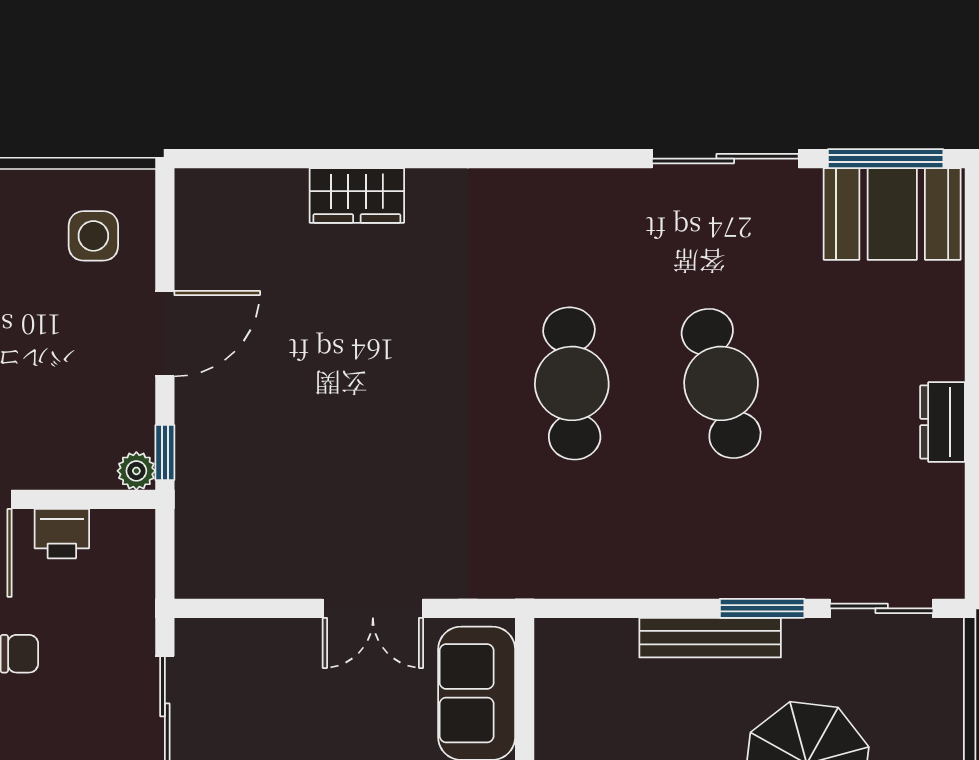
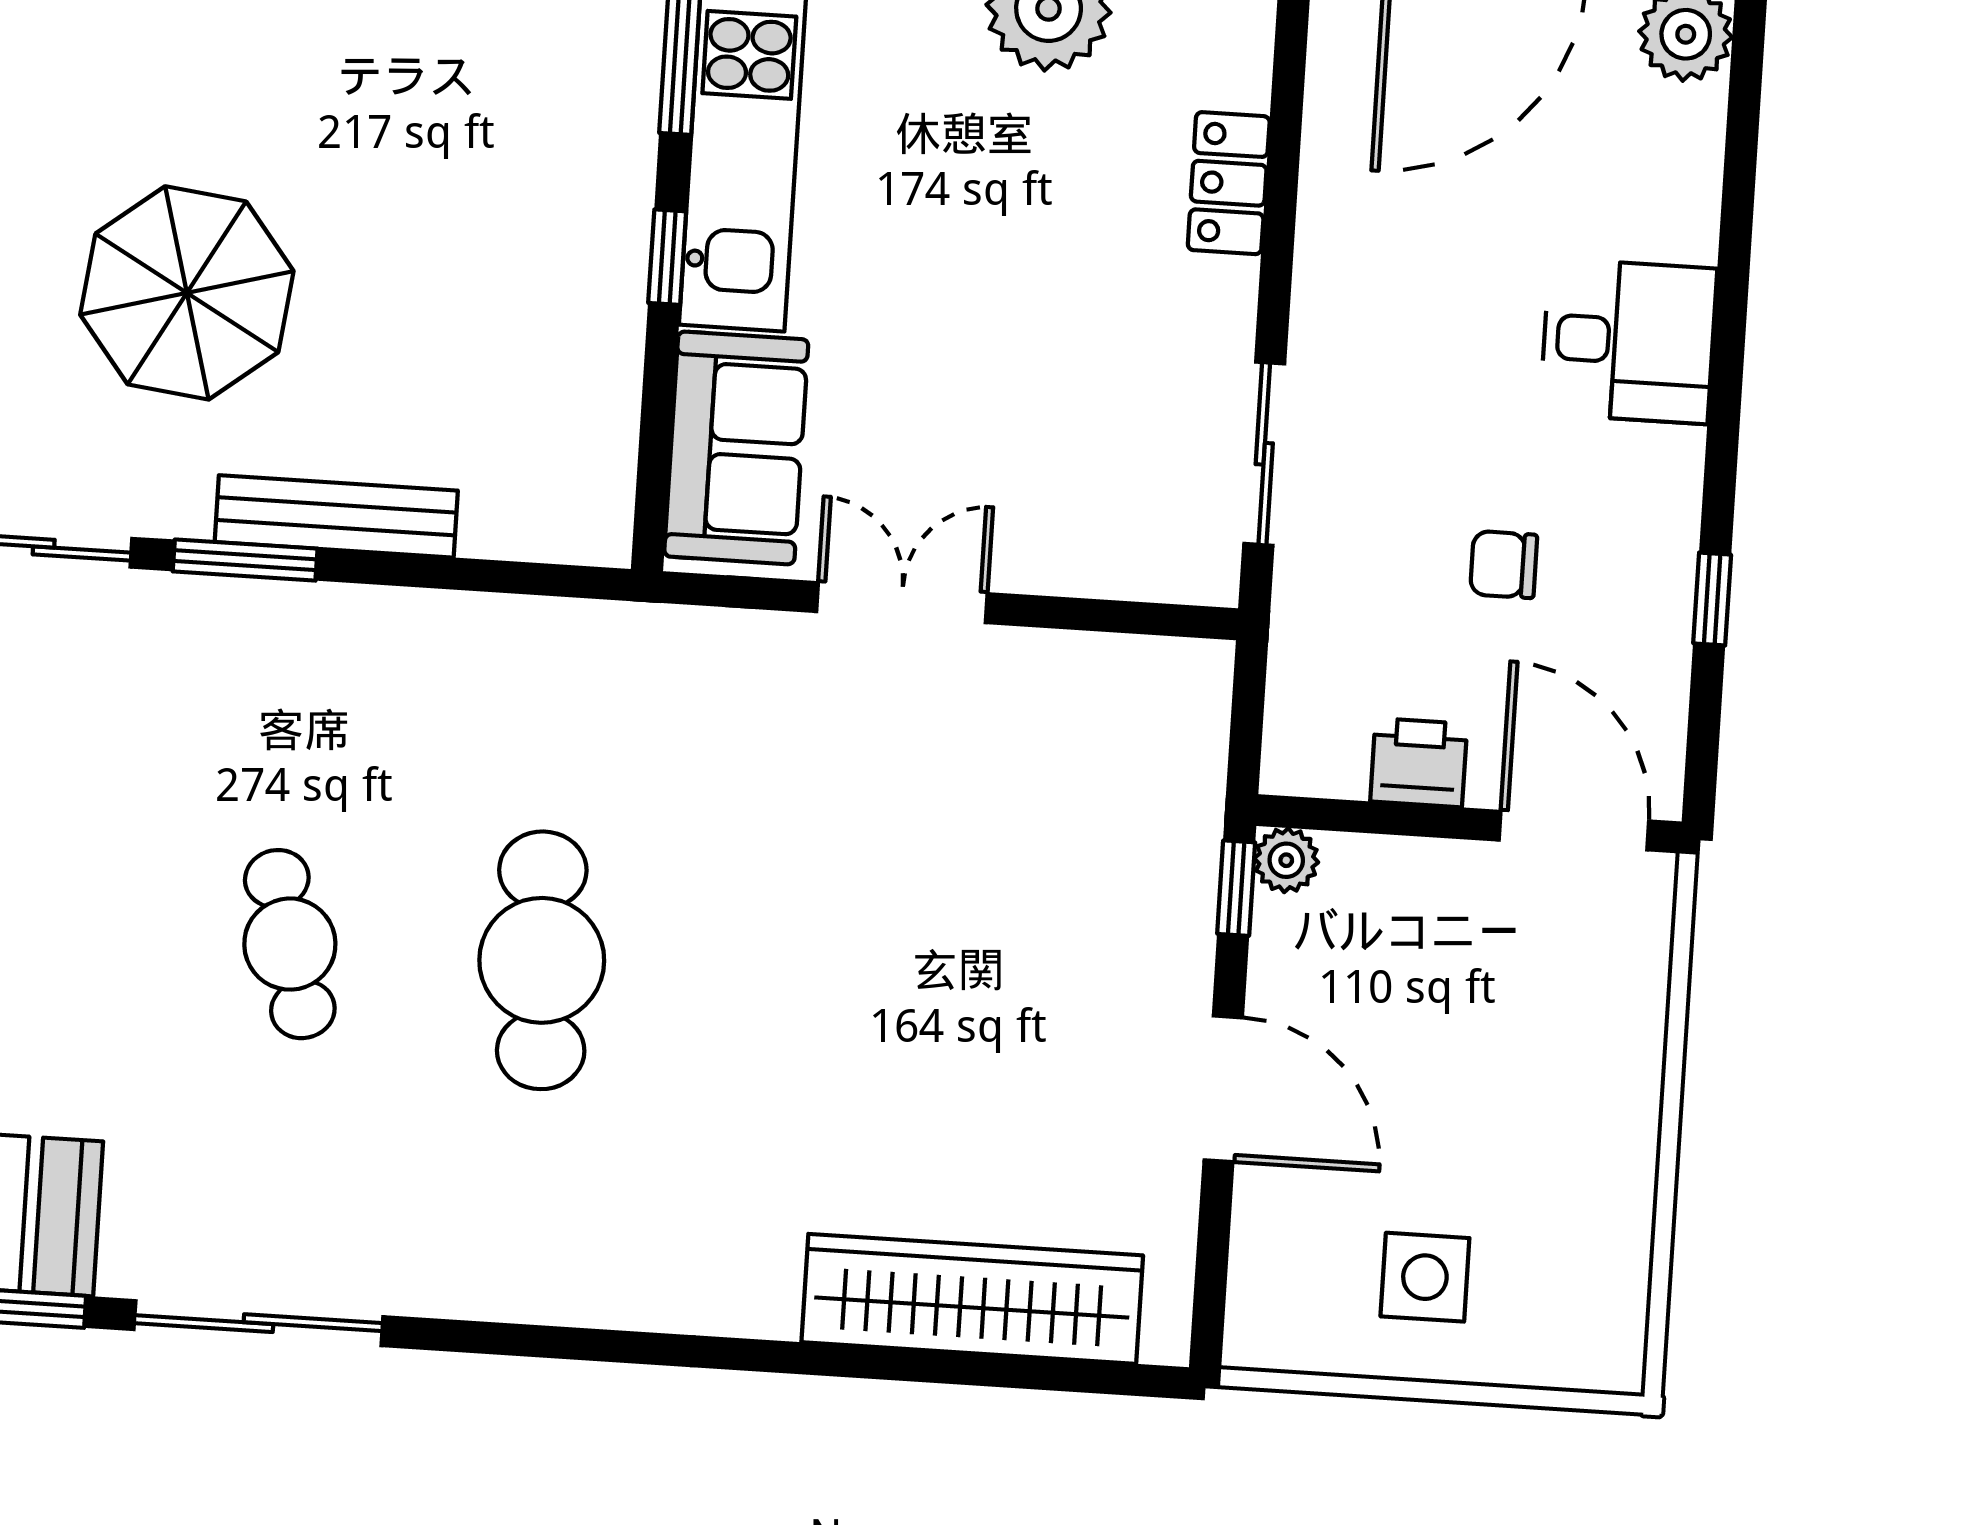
wardrobe: (357, 195) -> (972, 1299), width x2.10, depth x1.17
side table: (93, 236) -> (1425, 1277), moved
door: (165, 334) -> (1223, 1089), swing flipped
cafe table: (721, 383) -> (290, 944), width x0.73, depth x0.74

